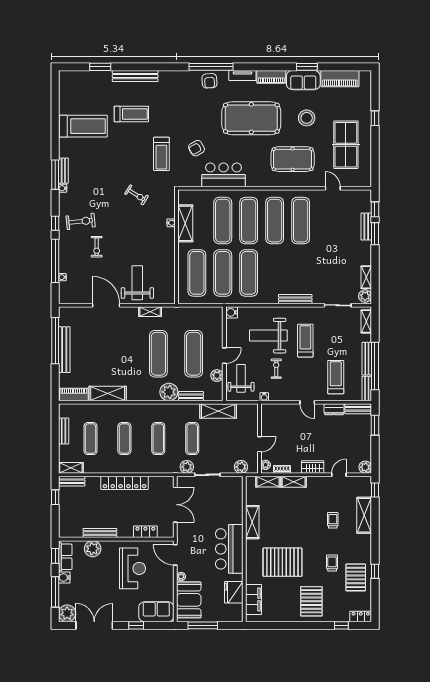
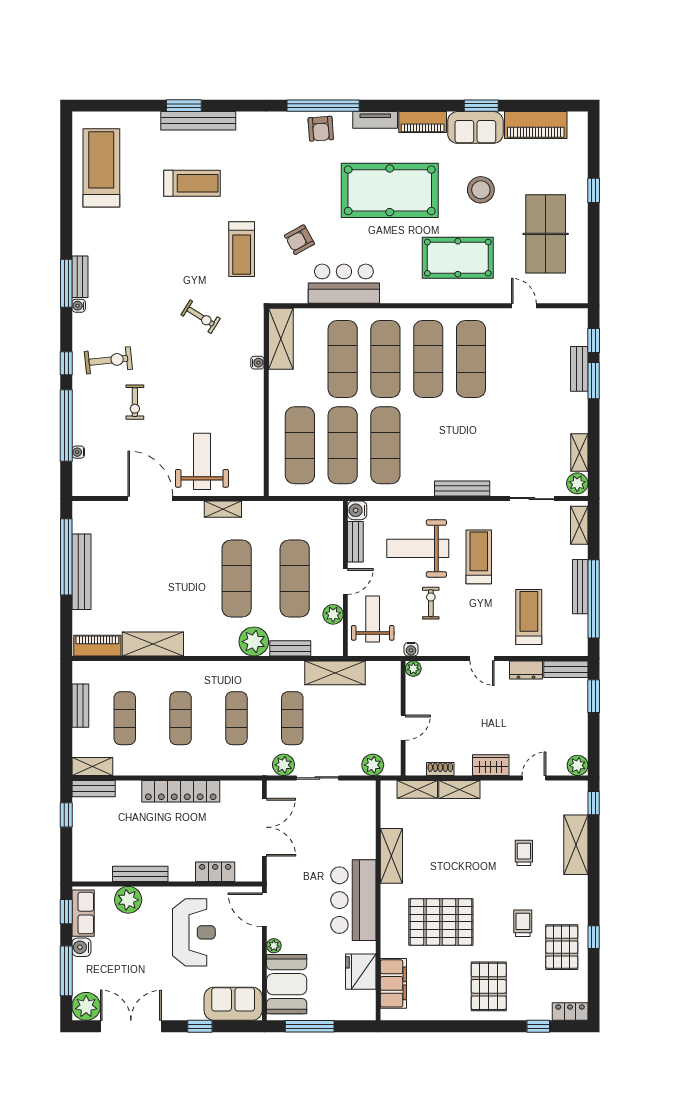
window: (100, 67) -> (184, 106), moved
treadmill: (83, 126) -> (101, 168), moved, turned -90
shelving: (185, 223) -> (281, 339), moved
bench: (367, 389) -> (355, 542), moved
plant: (266, 465) -> (413, 669), moved

